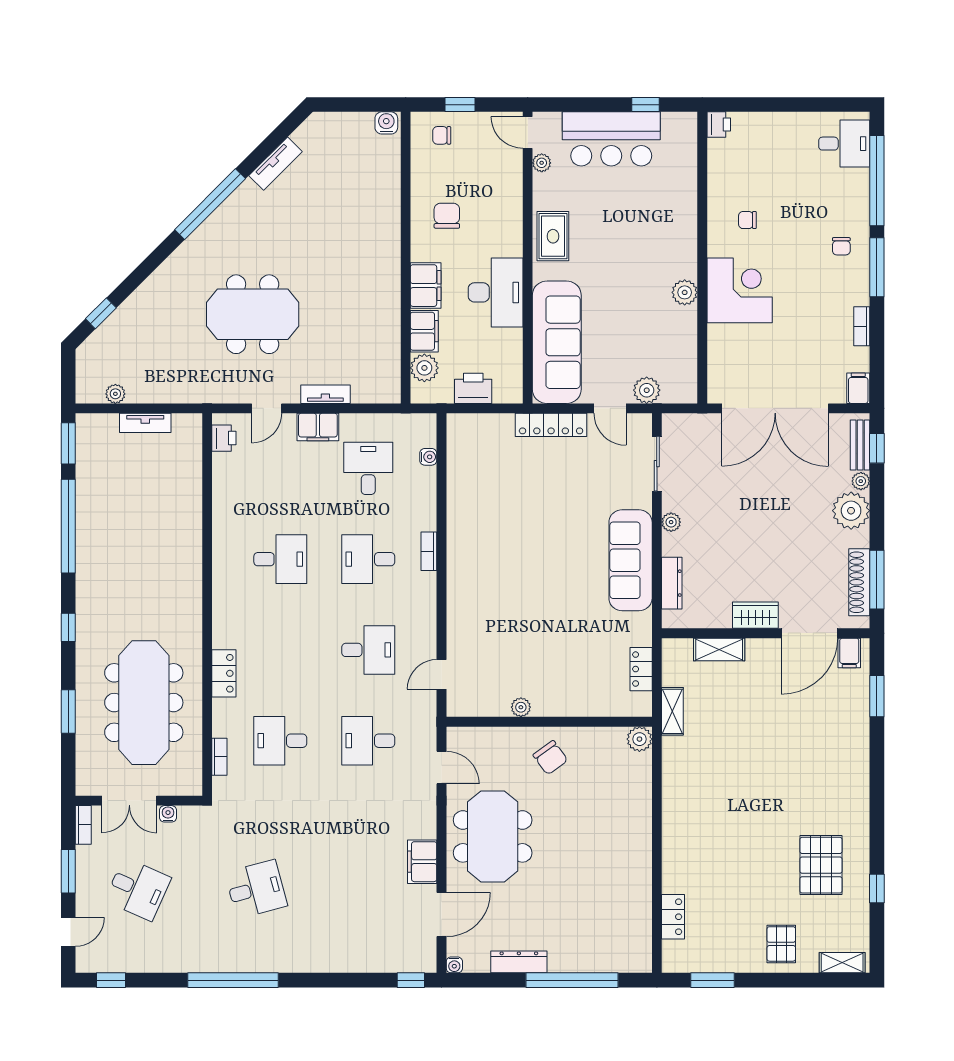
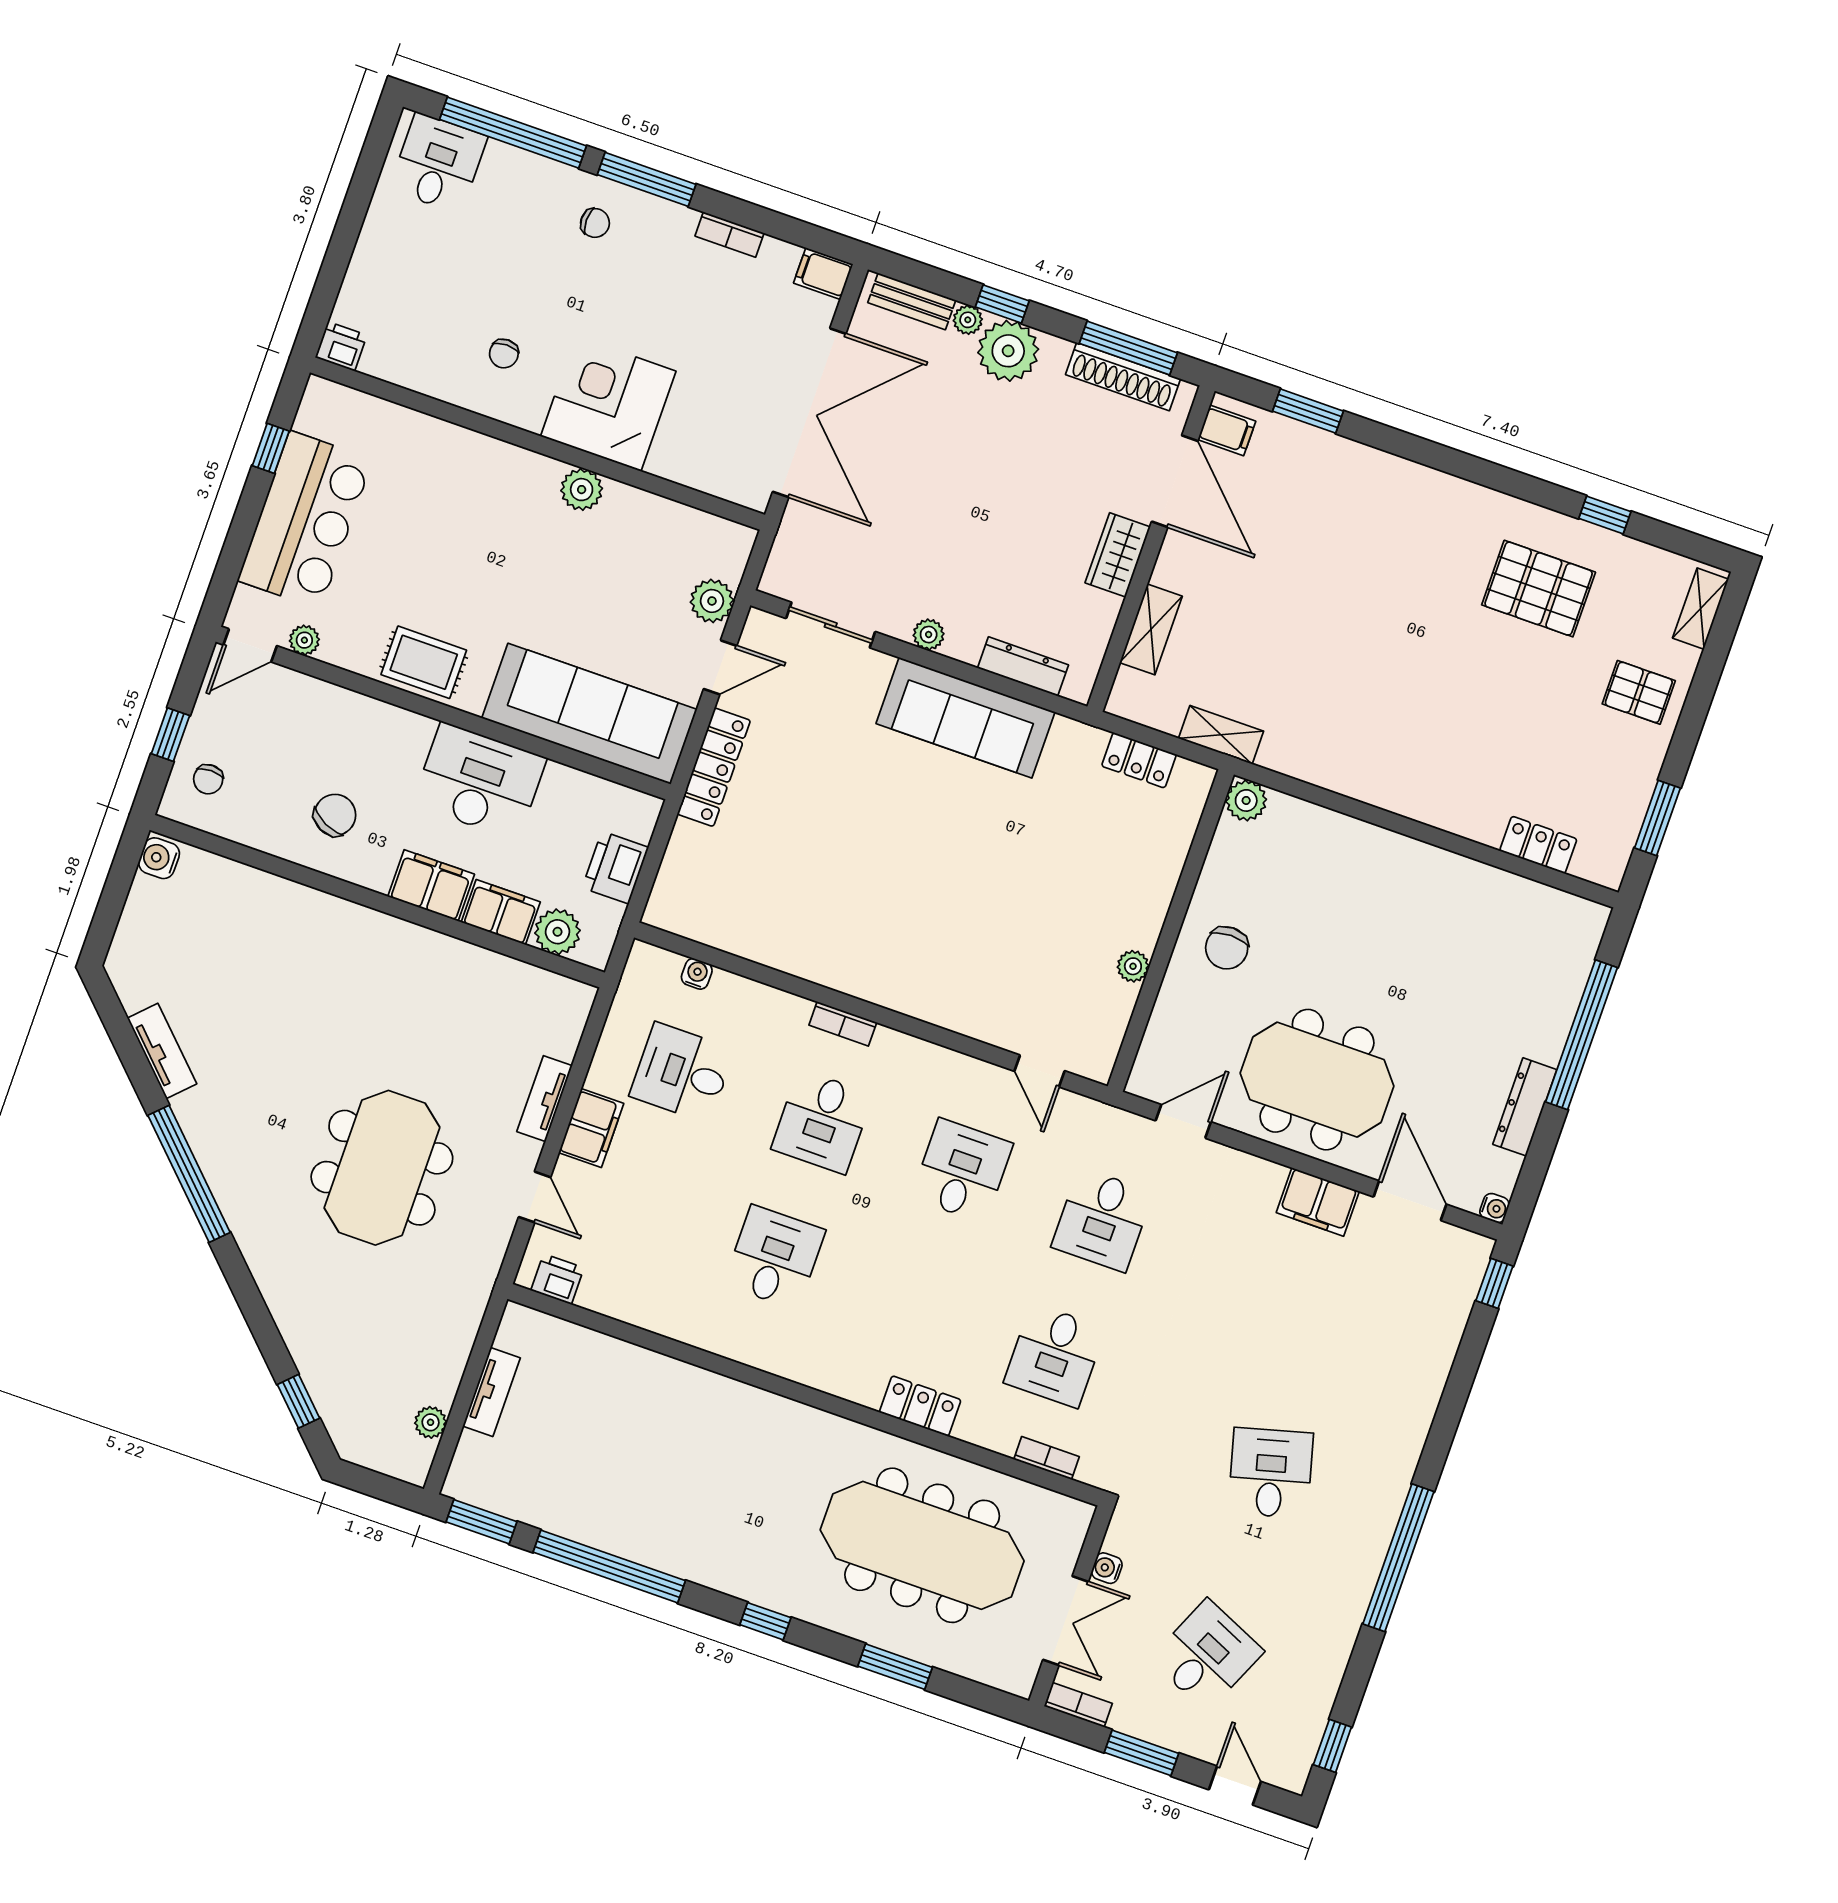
chair: (447, 216) -> (335, 815), turned 116
window: (877, 448) -> (1002, 304), moved
chair: (550, 758) -> (1227, 948), turned 126

